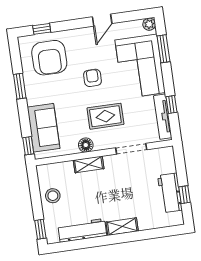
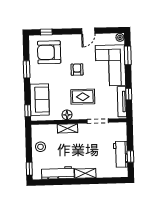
armchair: (49, 58) -> (49, 52), turned 90

